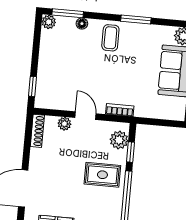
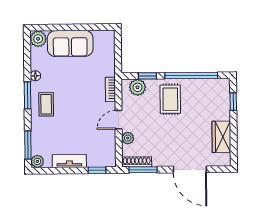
window: (136, 19) -> (27, 95), moved
floor lamp: (82, 24) -> (35, 76), moved
coffee table: (110, 38) -> (46, 104), turned 90
tv unit: (46, 57) -> (69, 161), added
window: (28, 137) -> (143, 170), added

